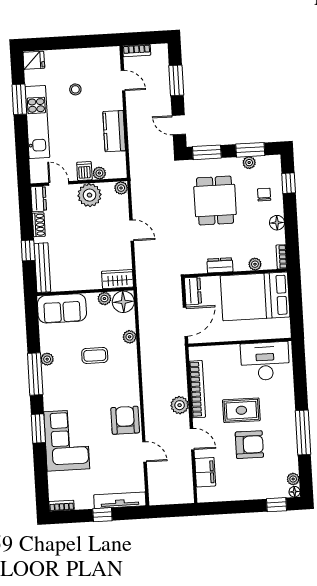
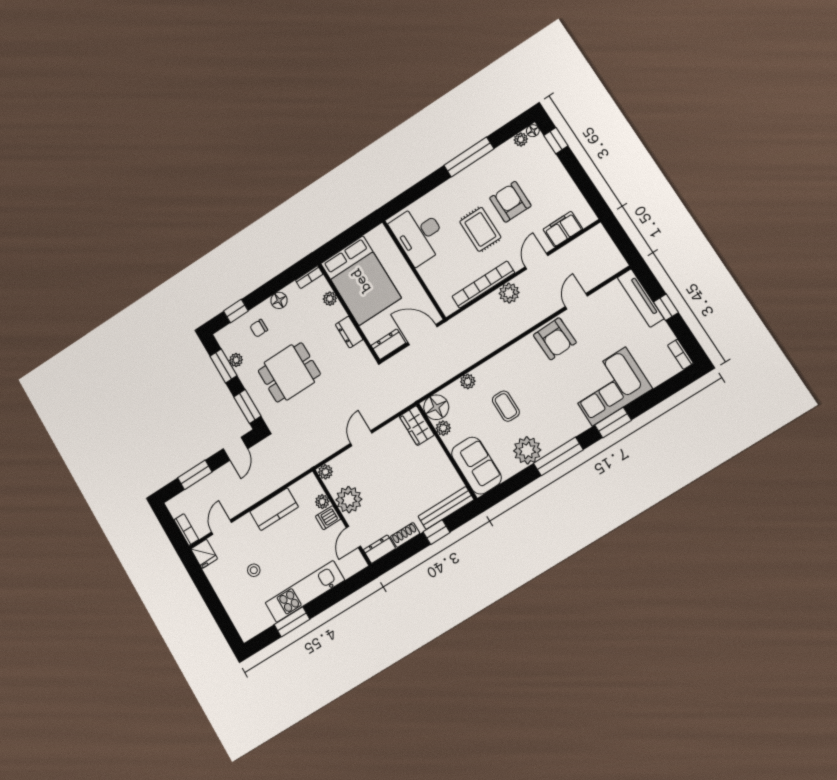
fridge: (34, 60) -> (204, 554), moved, turned 180
plant: (47, 359) -> (527, 450), width x1.88, depth x1.88
armchair: (125, 420) -> (555, 339), turned -92

